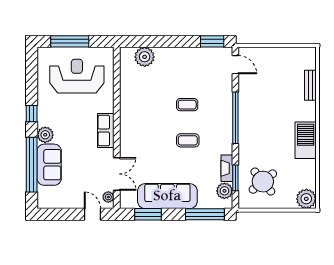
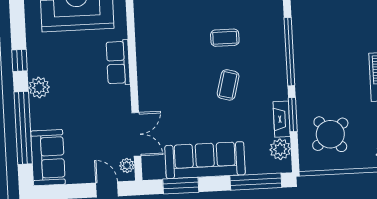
row of seats: (106, 131) -> (118, 62), moved
coffee table: (188, 140) -> (228, 85), turned -75
sofa: (49, 165) -> (48, 158), moved
window: (235, 178) -> (293, 115), moved

